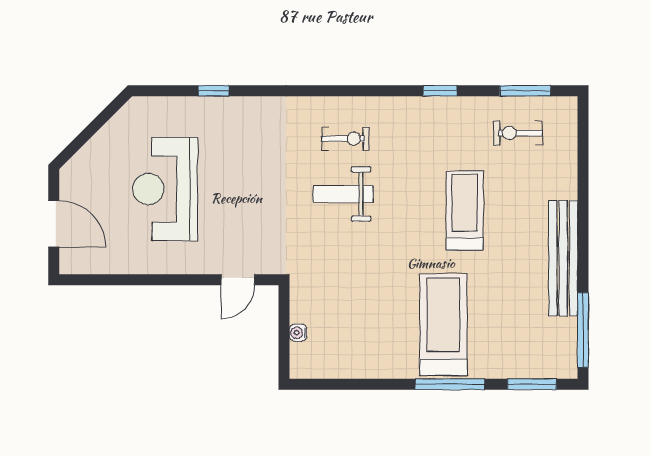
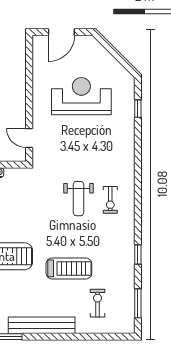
window: (214, 91) -> (138, 109), moved
exercise bike: (518, 133) -> (97, 303), moved
weight bench: (343, 194) -> (78, 199), turned 180

